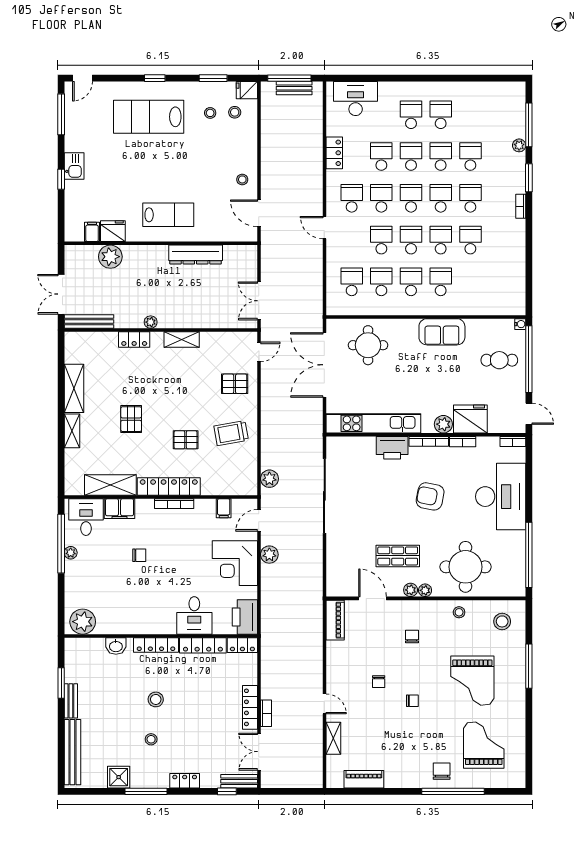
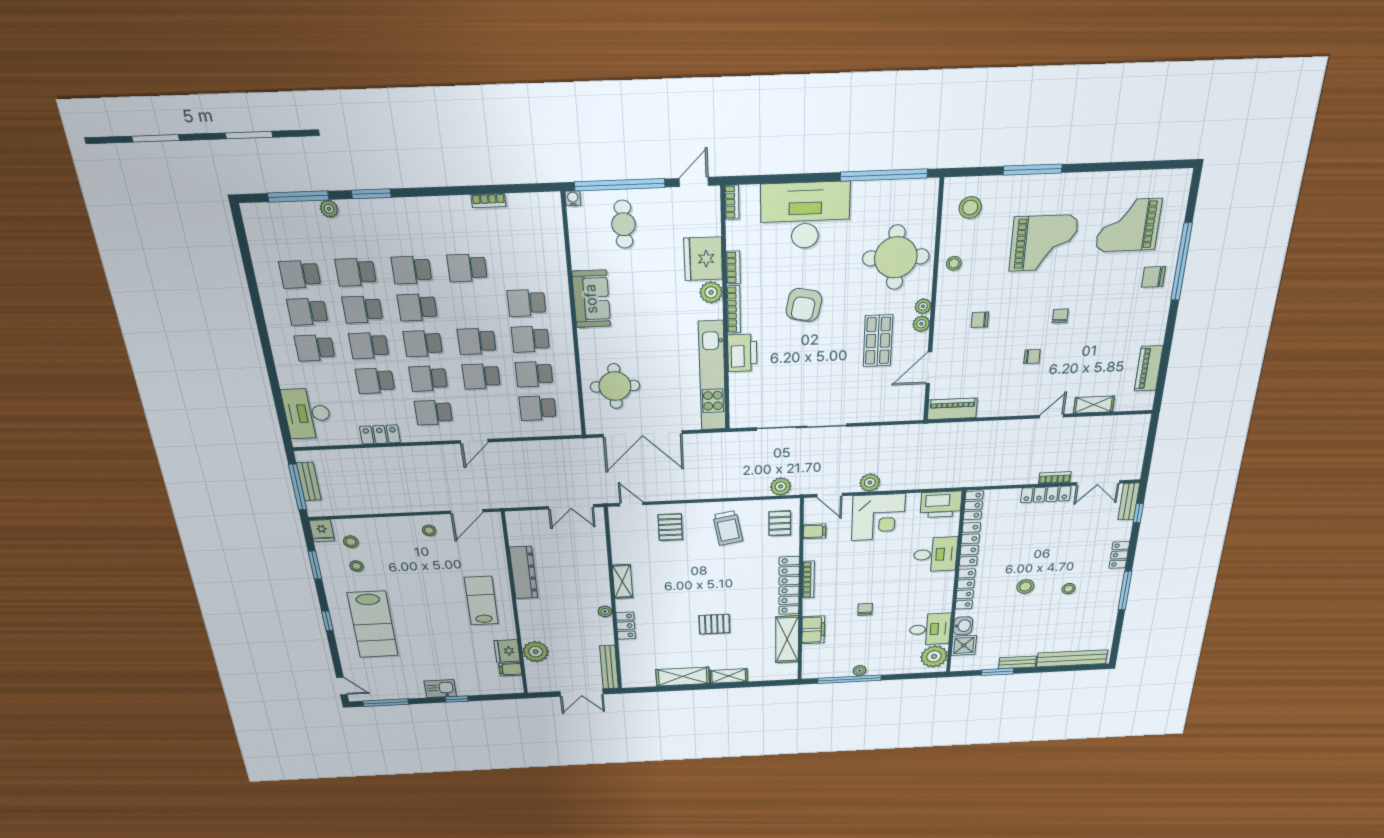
bookcase: (521, 206) -> (488, 201), moved
school desk: (441, 240) -> (300, 274), moved
pallet: (186, 440) -> (780, 523), moved
desk: (86, 517) -> (930, 629), moved, turned 180
shower: (119, 777) -> (964, 645), moved

